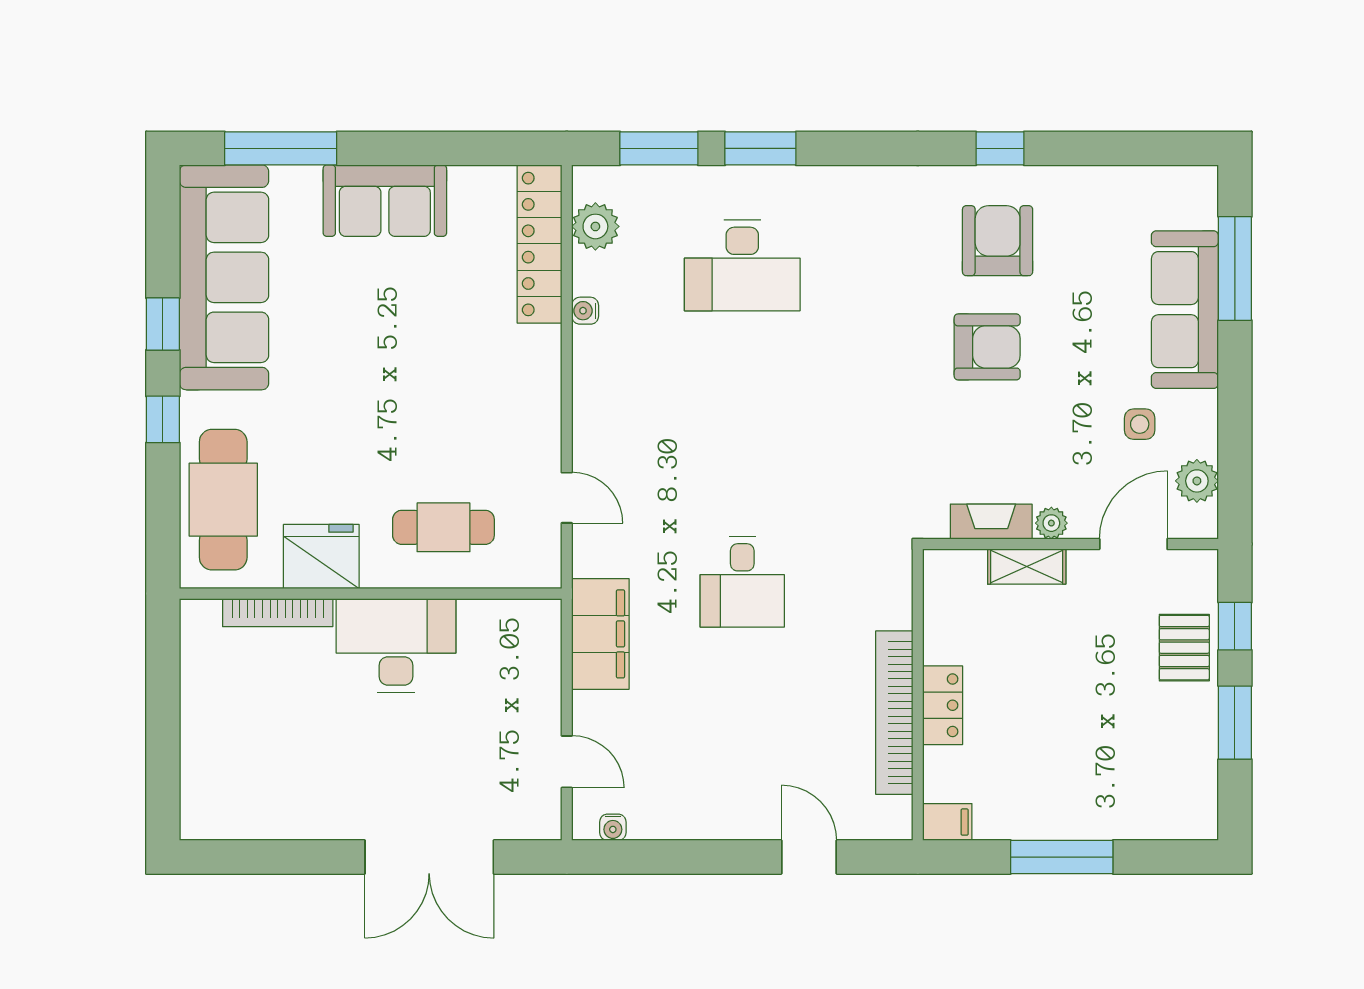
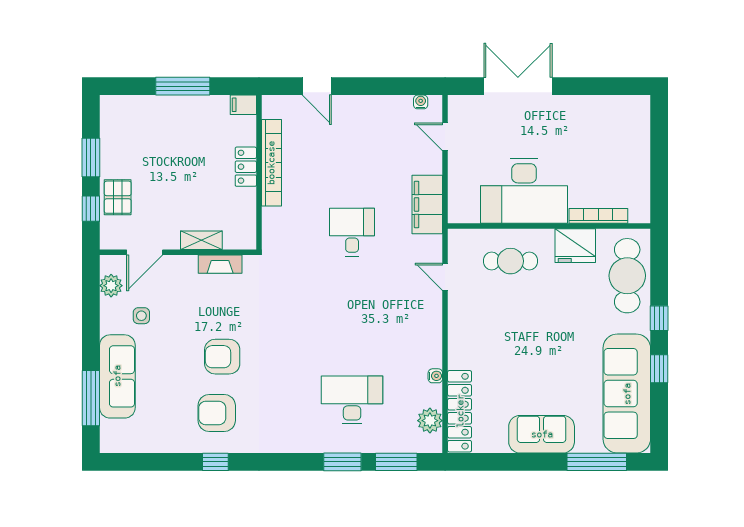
armchair: (998, 241) -> (217, 413), turned 90
plant: (1051, 523) -> (188, 263), removed
desk: (396, 646) -> (524, 191), width x1.36, depth x1.30

